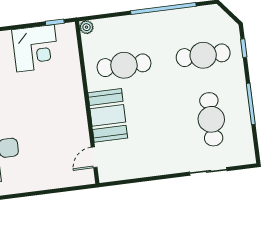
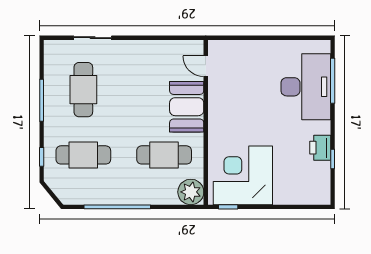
plant: (87, 27) -> (191, 192), width x1.87, depth x1.87
corner desk: (36, 48) -> (243, 175), width x1.36, depth x1.36
door: (94, 157) -> (206, 66), swing flipped

